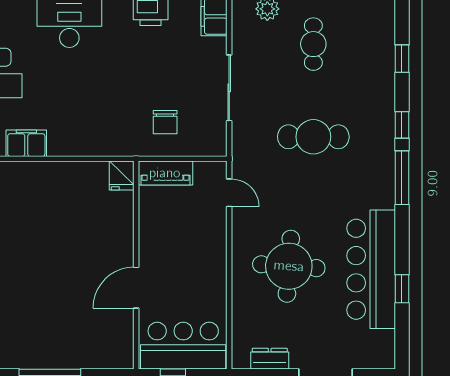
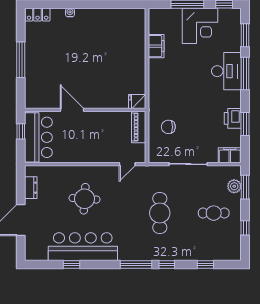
round table: (289, 266) -> (85, 199), width x0.73, depth x0.73

